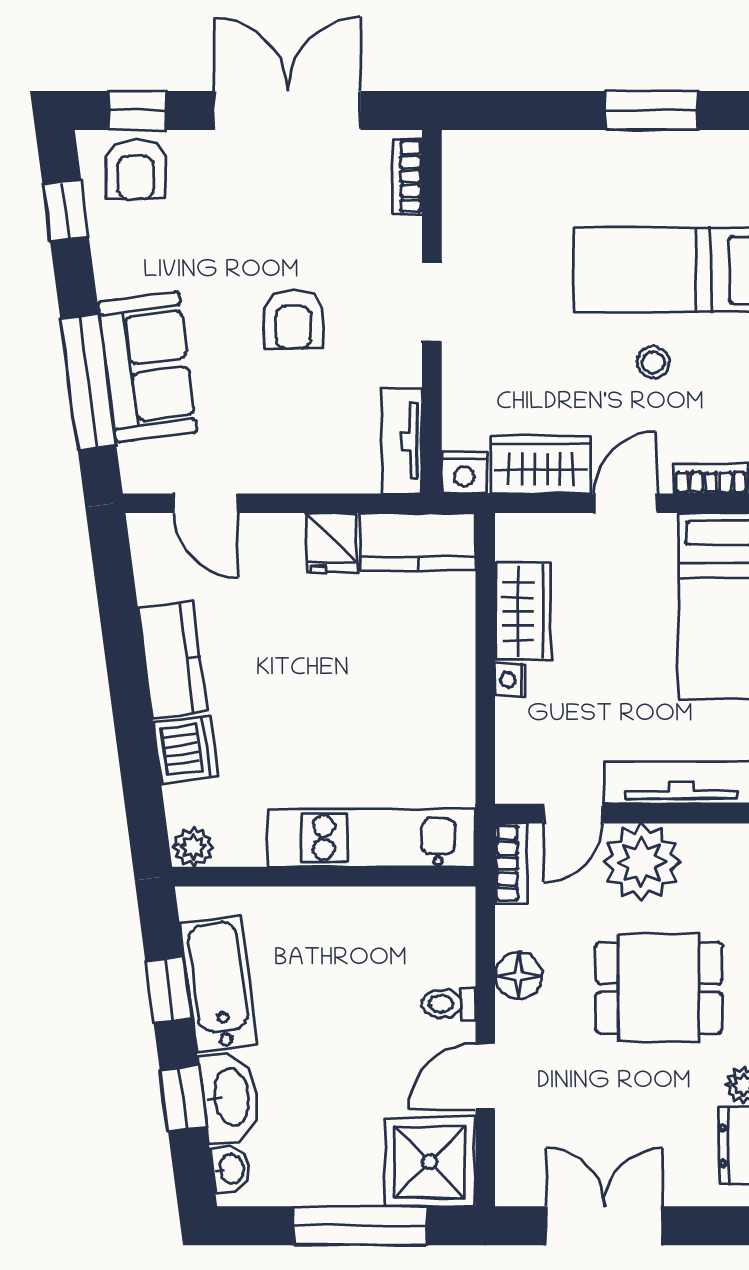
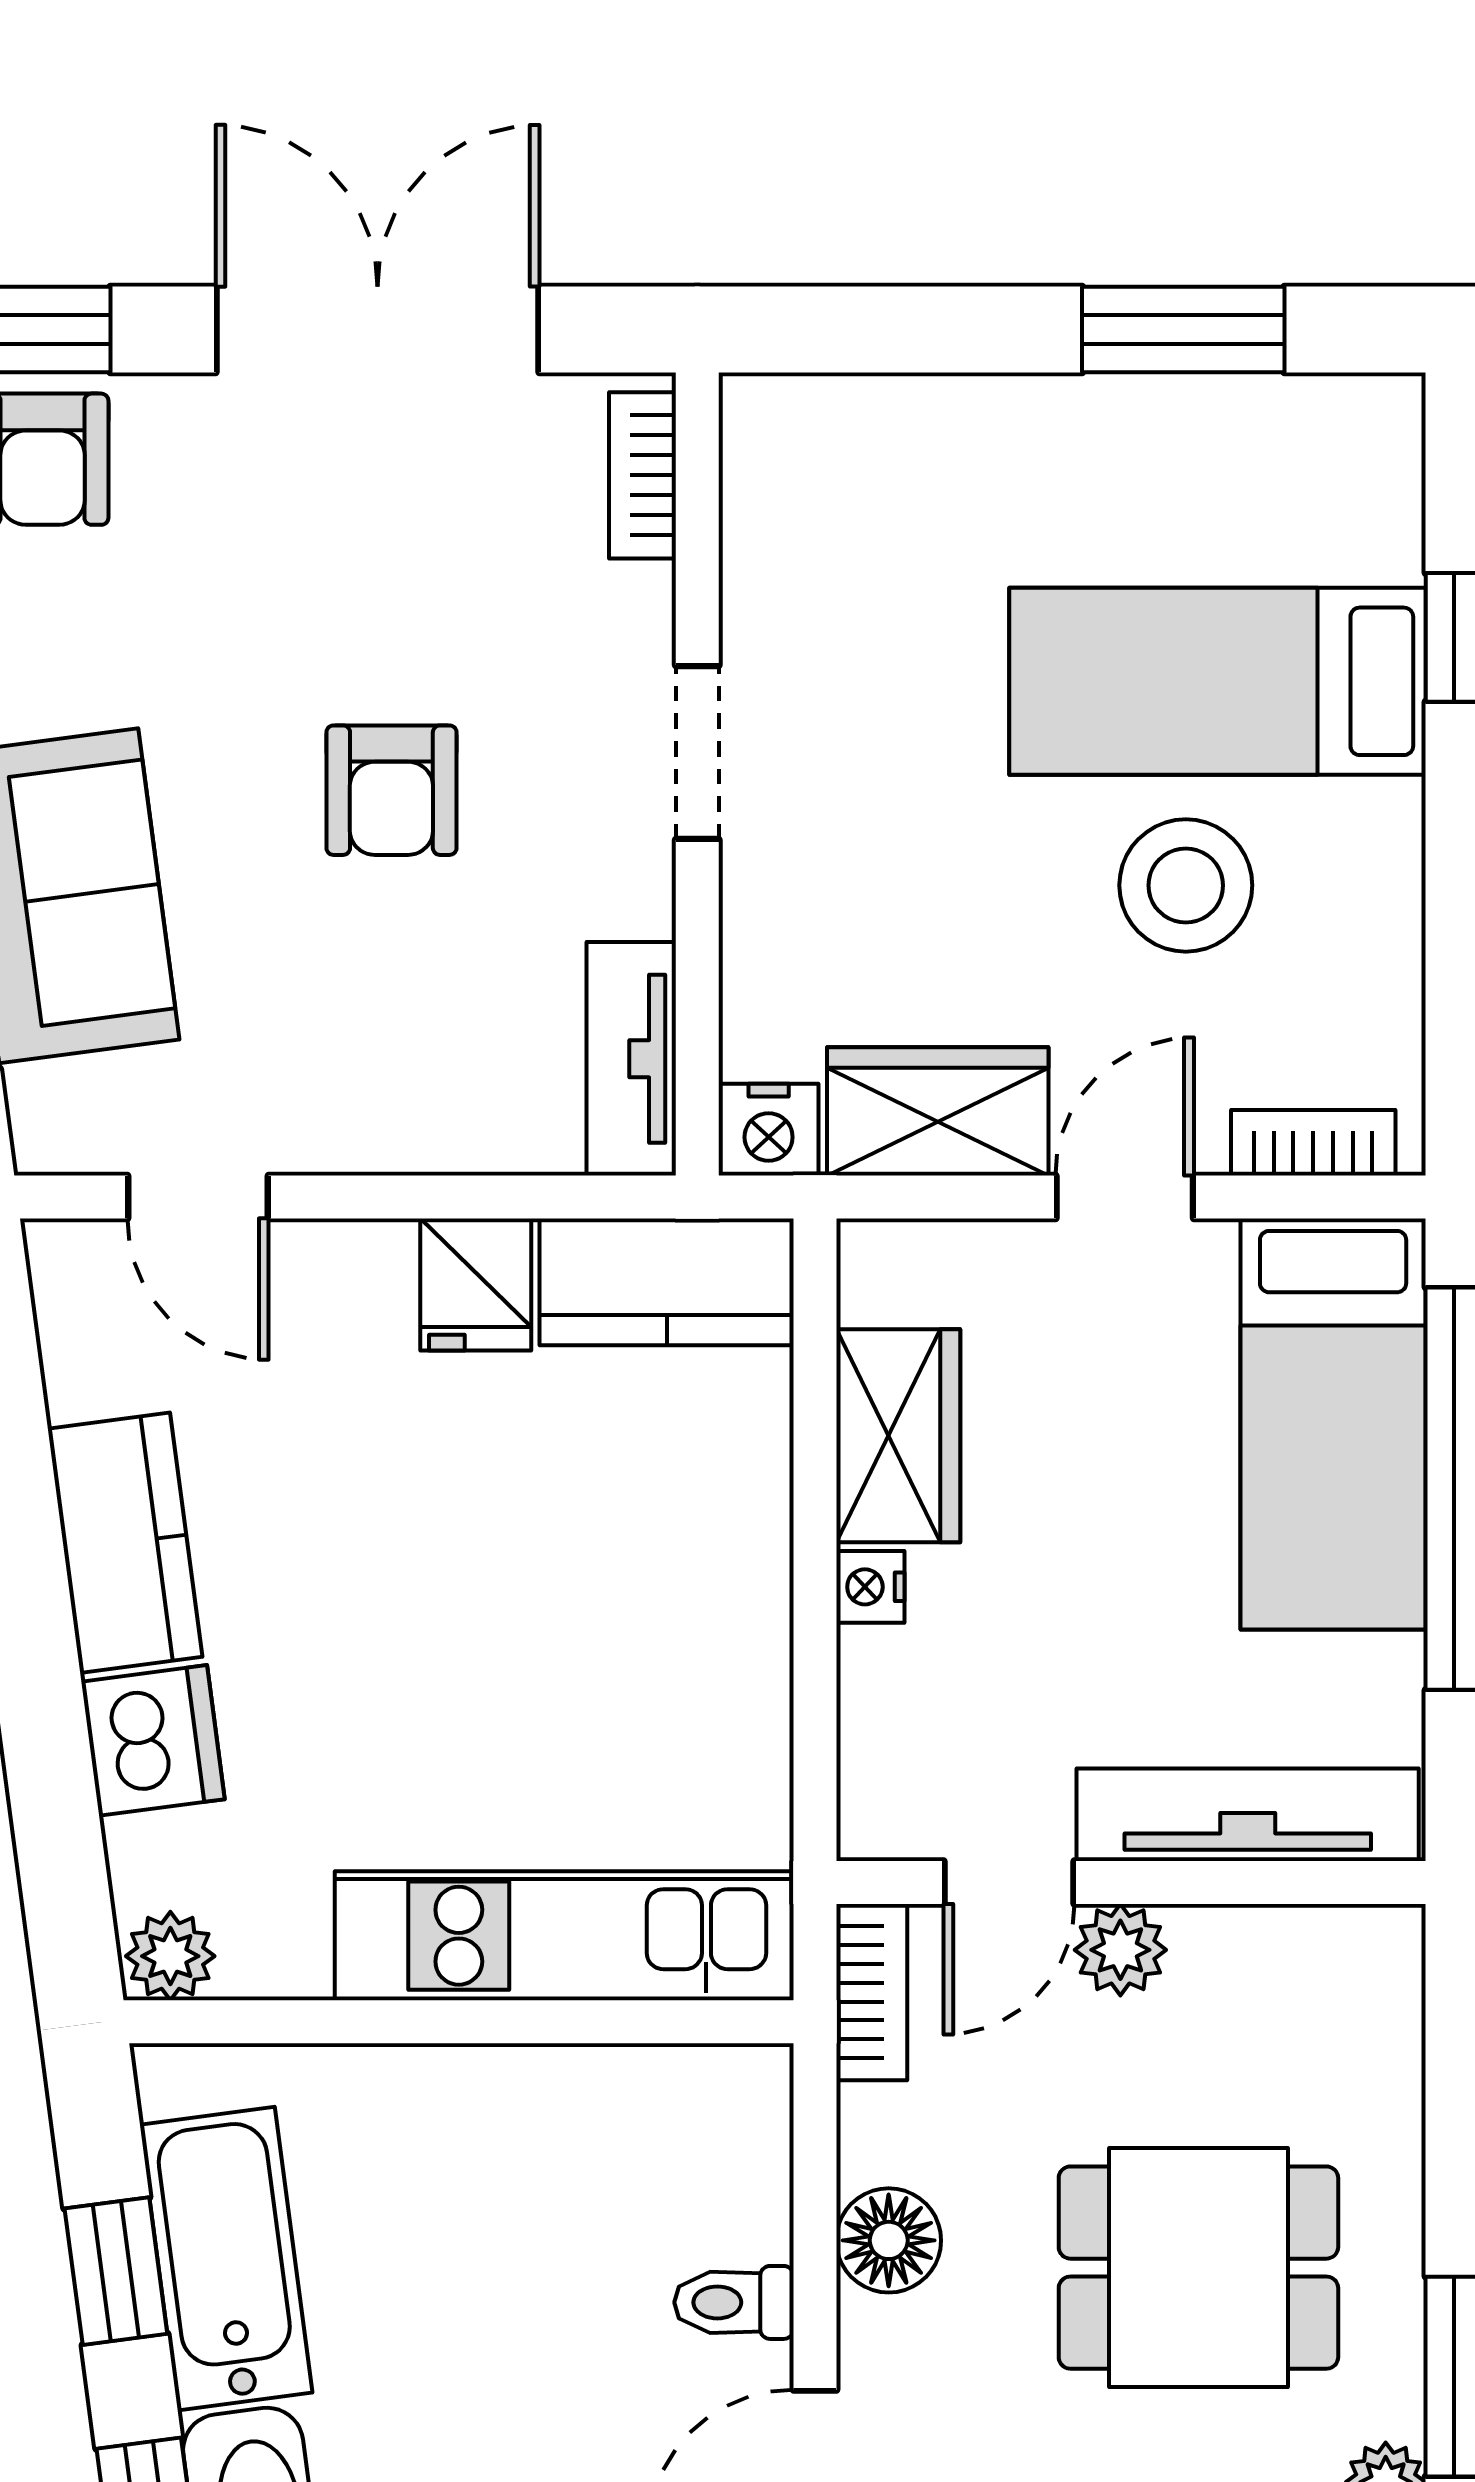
stool: (653, 362) -> (1186, 885), width x1.89, depth x1.89
plant: (642, 862) -> (1120, 1950), width x0.53, depth x0.53

